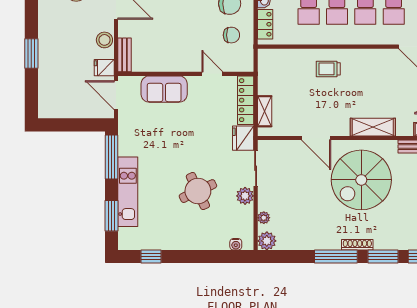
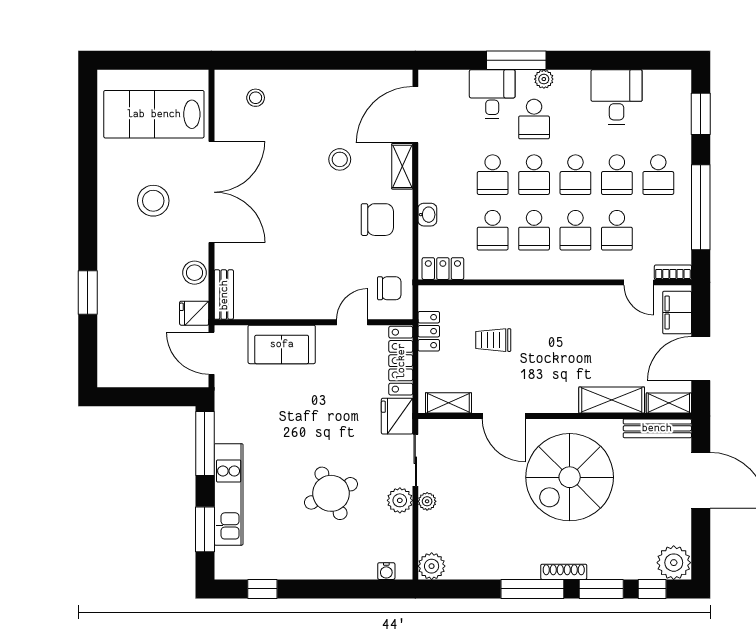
locker: (265, 24) -> (443, 269), moved, turned -90
chair: (231, 35) -> (389, 288), moved
trolley: (328, 69) -> (493, 340), moved
door: (212, 74) -> (352, 322), hinge flipped
locker: (265, 80) -> (429, 331), added
shelving: (265, 111) -> (448, 403), moved, turned 90
shelving: (373, 127) -> (612, 400), moved
plant: (264, 218) -> (427, 501), moved

